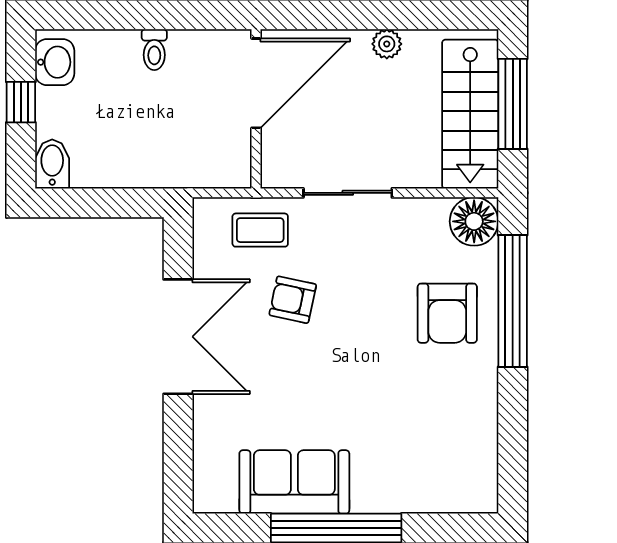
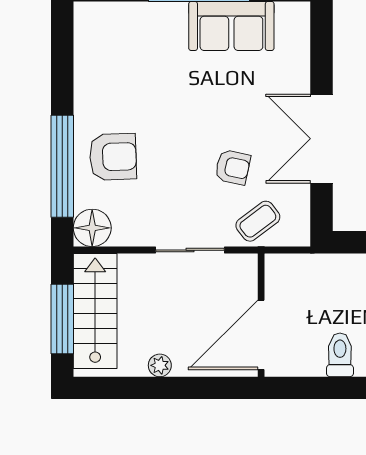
toilet: (154, 50) -> (340, 355), width x1.37, depth x1.39
coffee table: (260, 230) -> (258, 221), turned -37
armchair: (447, 313) -> (113, 157), turned 88

